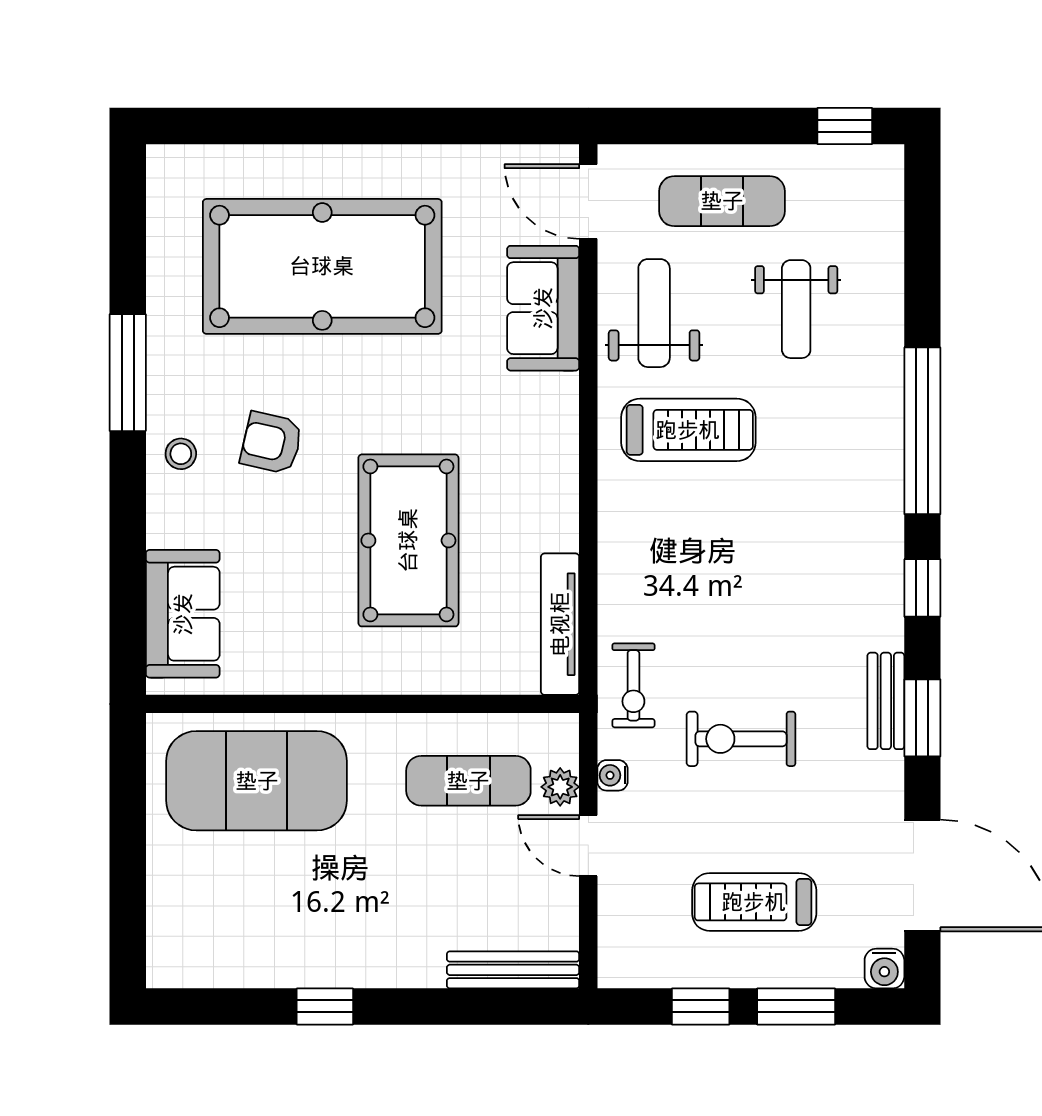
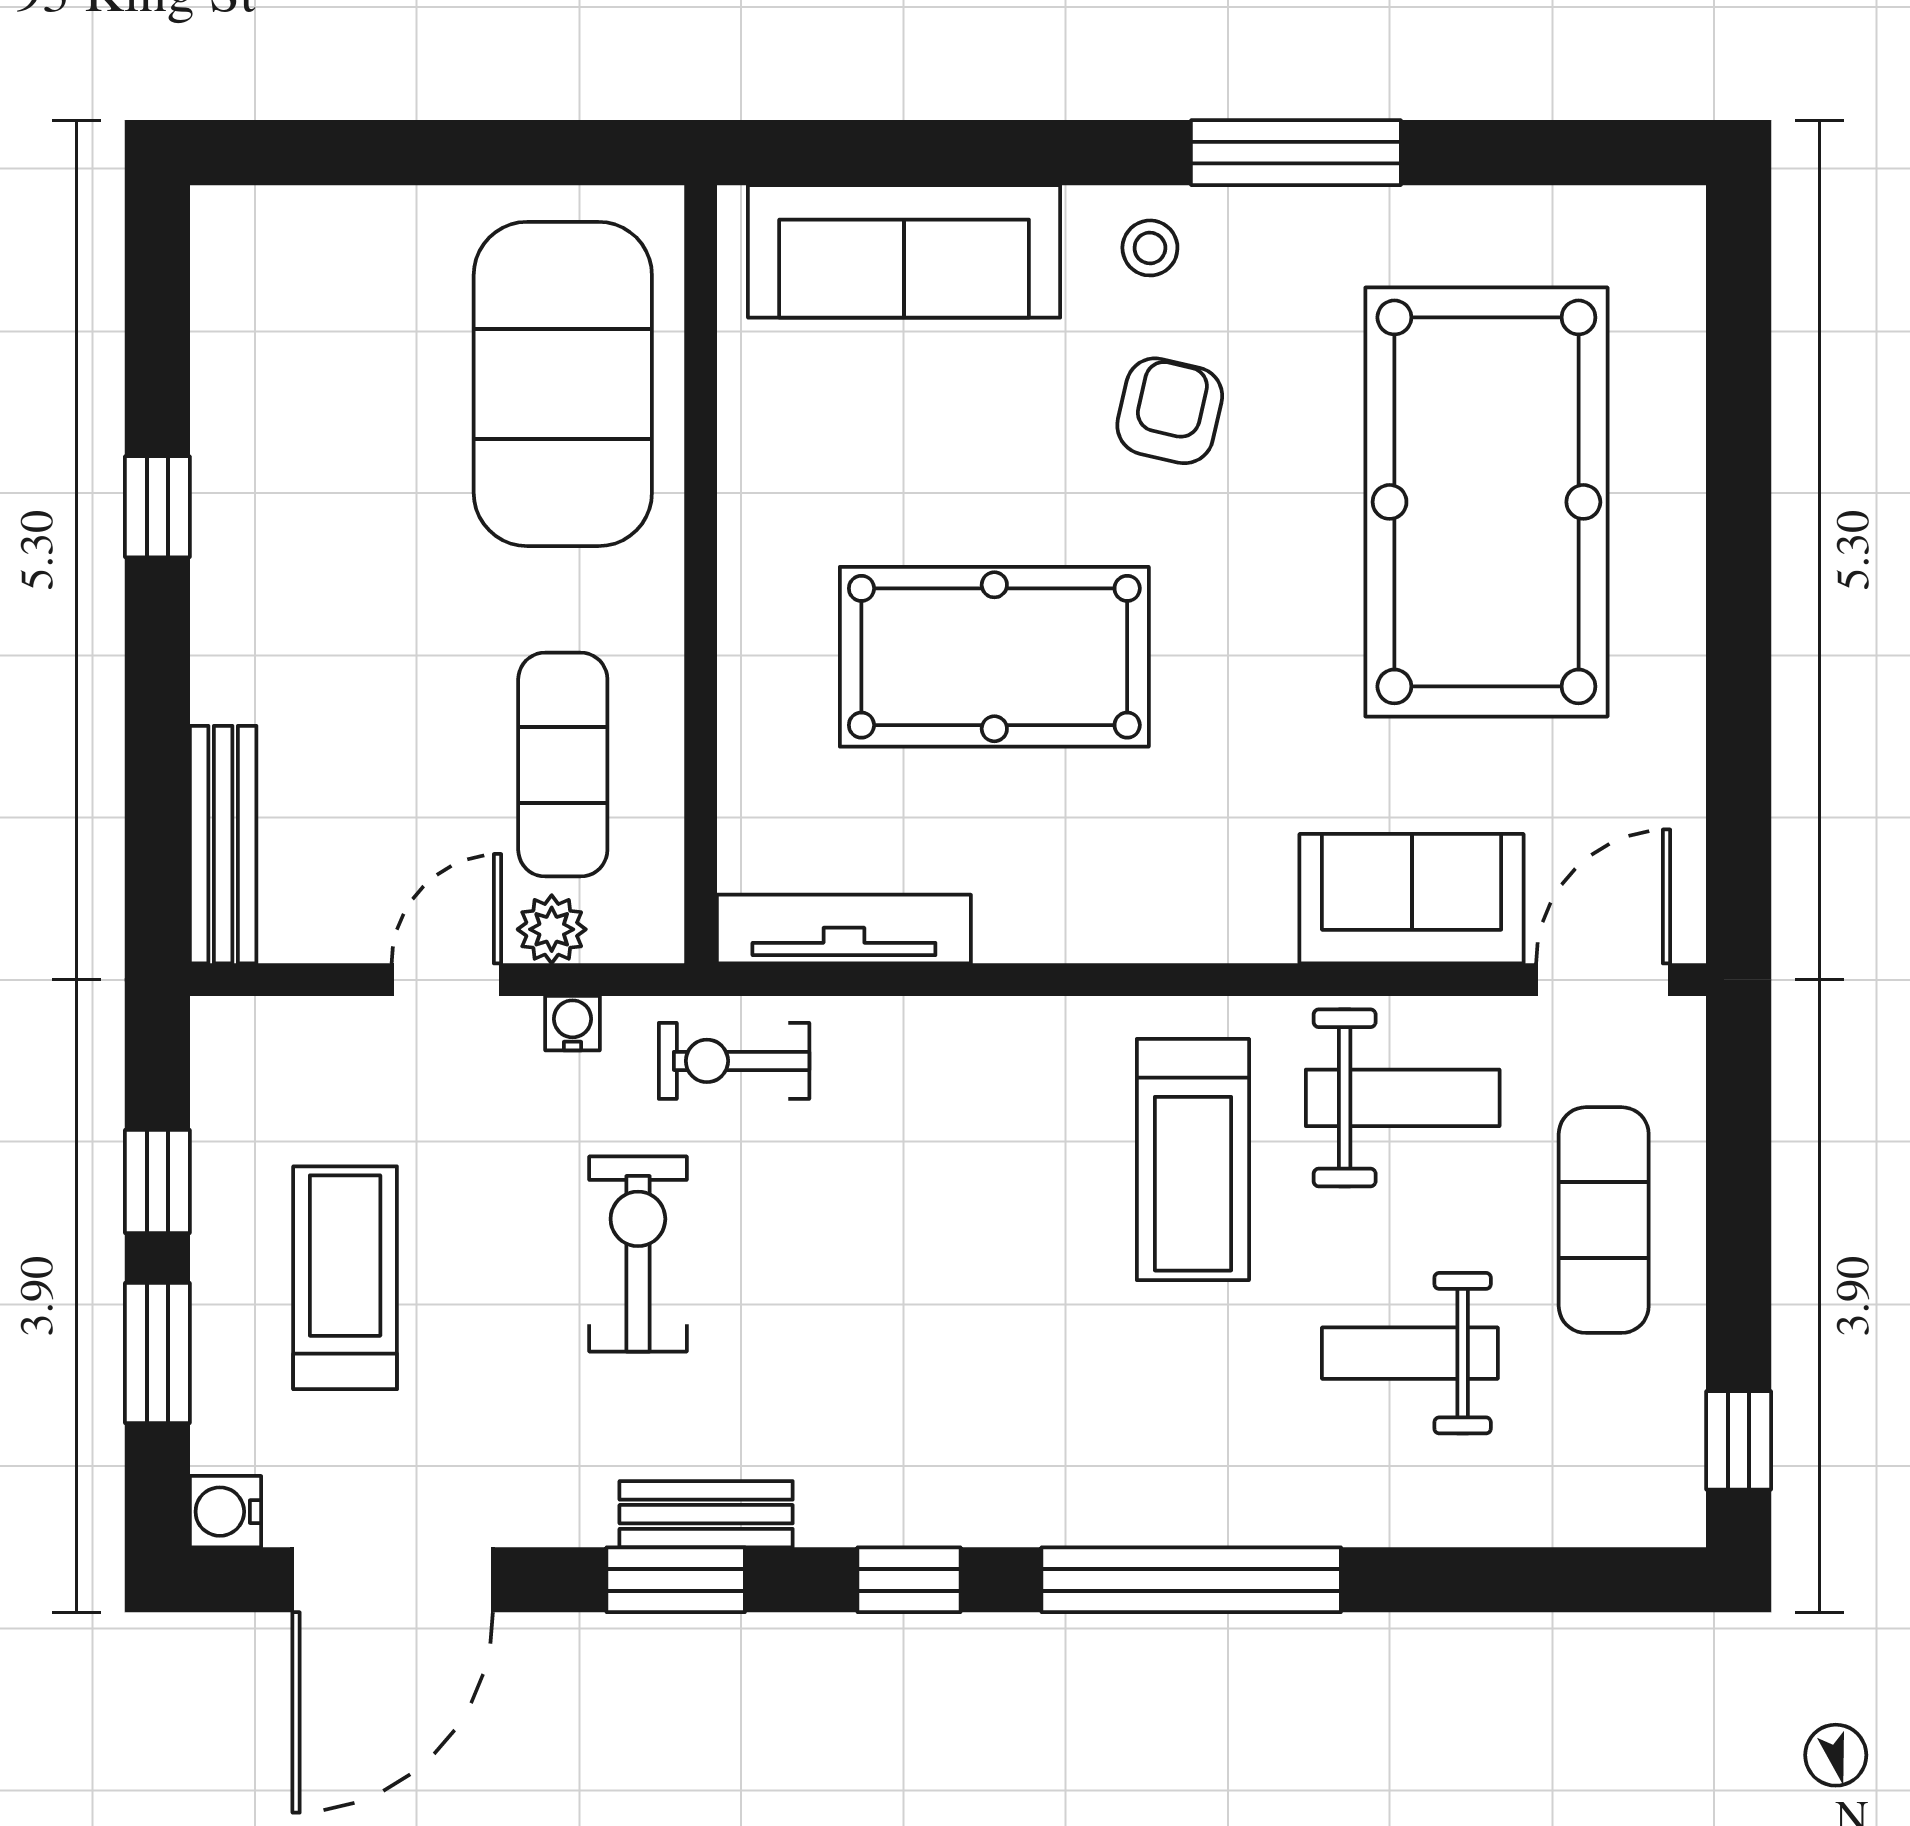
sofa: (183, 614) -> (904, 251), width x1.36

